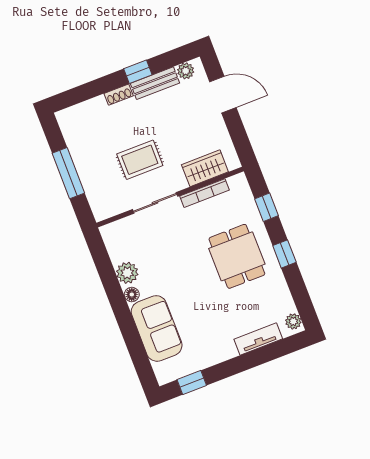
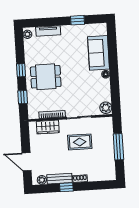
dining table: (237, 256) -> (46, 77), turned 90
plant: (127, 273) -> (106, 108), moved
window: (192, 383) -> (77, 20), moved

